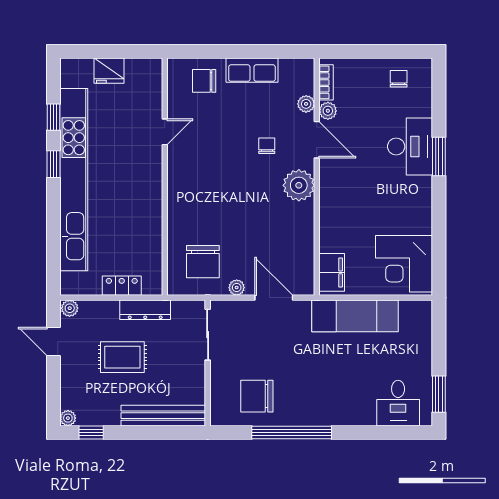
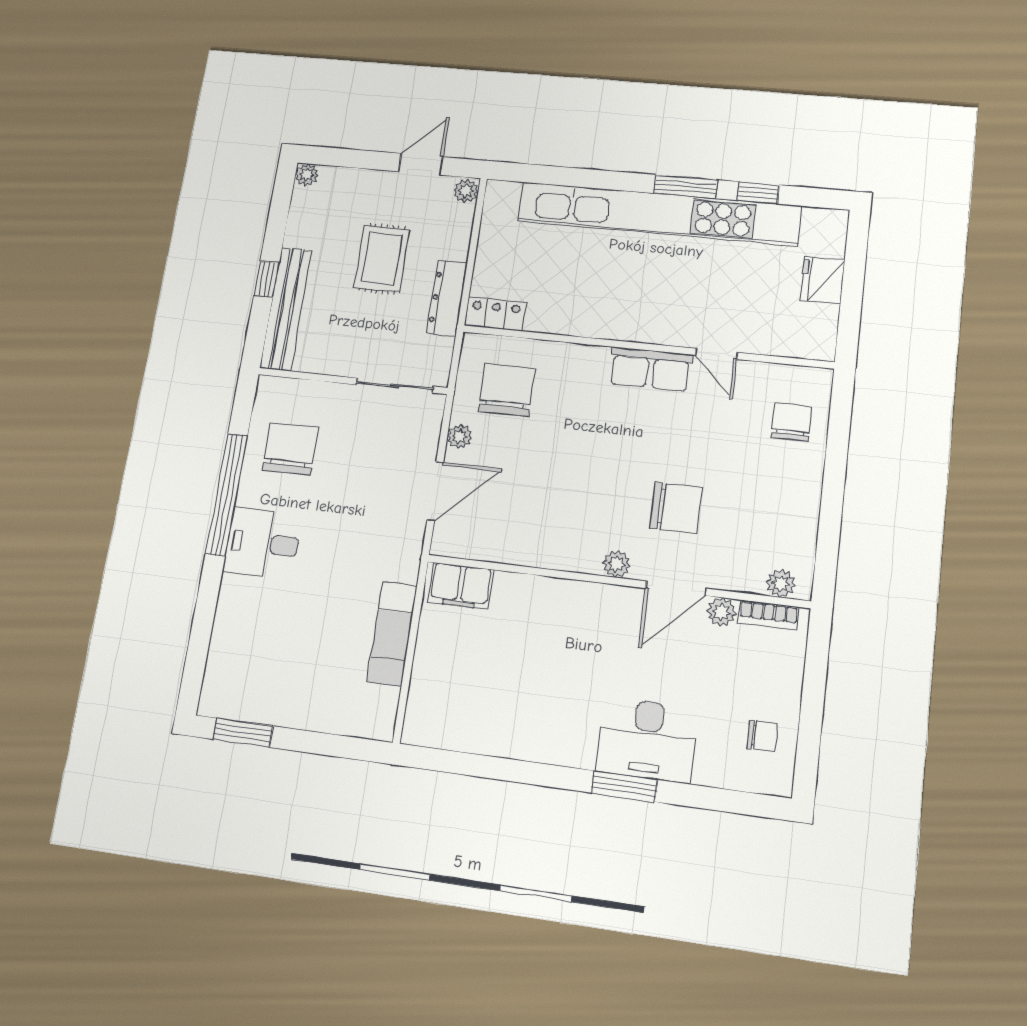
row of seats: (252, 70) -> (650, 369), moved, turned -90
plant: (306, 104) -> (781, 584), moved
chair: (267, 146) -> (676, 508), width x1.87, depth x1.87
window: (53, 164) -> (686, 187), width x1.50
plant: (299, 185) -> (616, 564), width x0.53, depth x0.53
chair: (203, 262) -> (507, 390), turned 90
corner desk: (404, 264) -> (457, 704), removed
locker: (122, 286) -> (495, 314), moved, turned -90
exam couch: (355, 316) -> (392, 634), width x0.73, depth x0.69
desk: (398, 403) -> (263, 543), moved
window: (91, 432) -> (267, 279), moved

